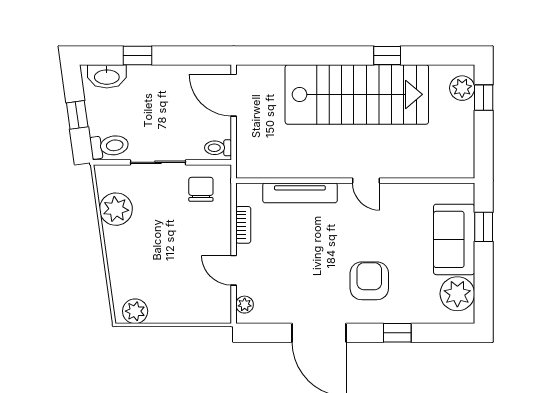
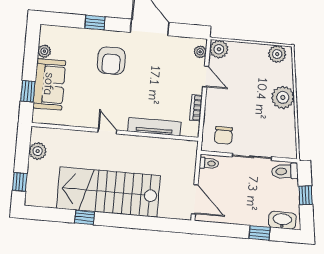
plant: (462, 88) -> (38, 151), moved
plant: (116, 209) -> (283, 97), moved
plant: (457, 294) -> (44, 51), width x0.53, depth x0.53
plant: (218, 311) -> (219, 49), added

